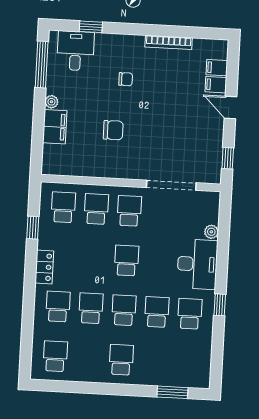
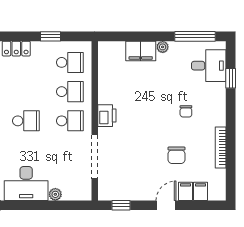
chair: (113, 130) -> (177, 155), moved
printer: (126, 169) -> (107, 116), added

